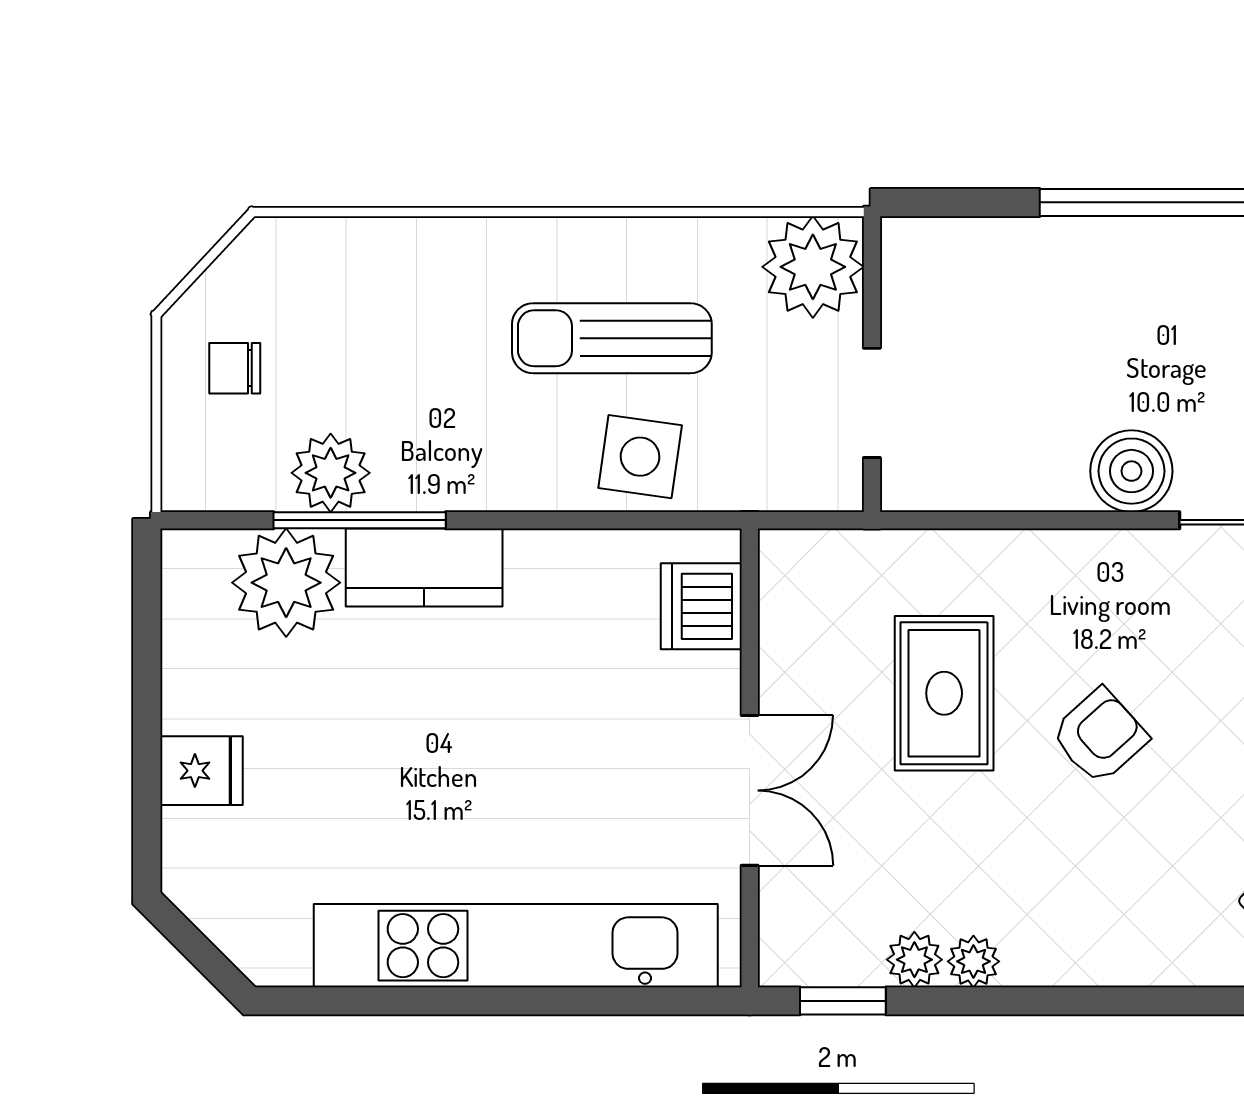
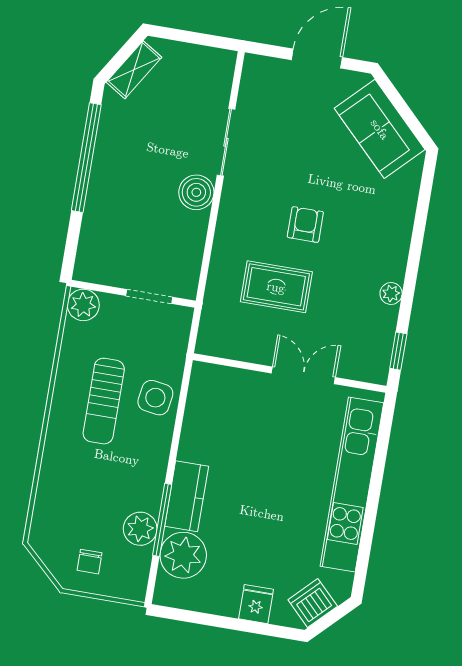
plant: (813, 267) -> (83, 305), width x0.73, depth x0.73
dishwasher: (701, 606) -> (313, 603), moved, turned 135
armchair: (1100, 736) -> (305, 225), turned 42
plant: (914, 960) -> (386, 318), removed

